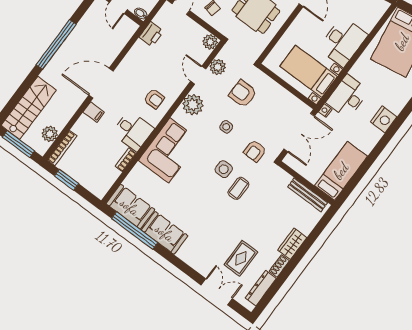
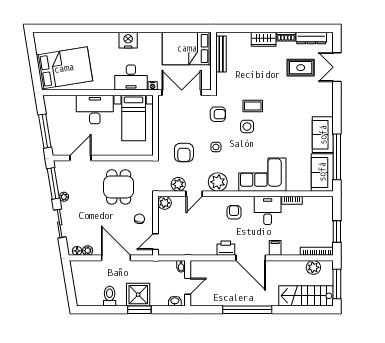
printer: (151, 34) -> (226, 248), moved
bed: (341, 171) -> (187, 48), width x1.50

